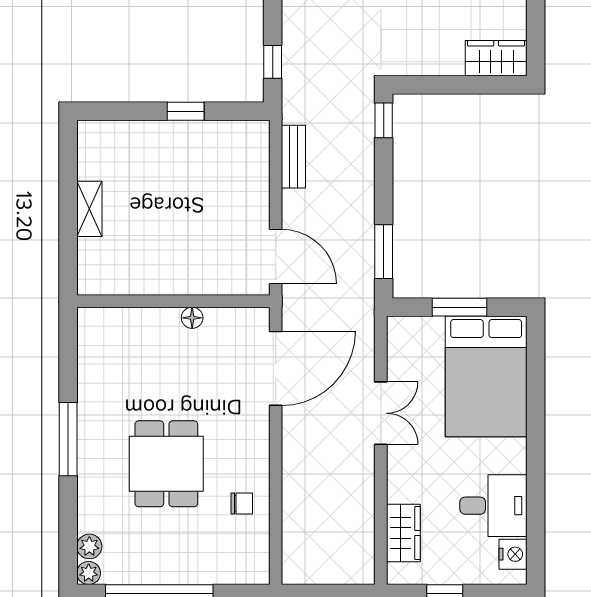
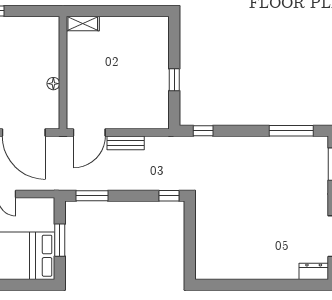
wardrobe: (496, 58) -> (205, 262), removed
bench: (293, 157) -> (126, 143), moved
shelving: (89, 209) -> (83, 23), moved

